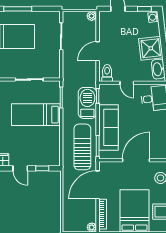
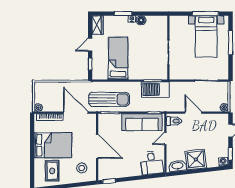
barbecue: (87, 103) -> (155, 90), moved, turned 180
bed: (36, 115) -> (118, 58), moved
sofa: (108, 127) -> (142, 122), moved

